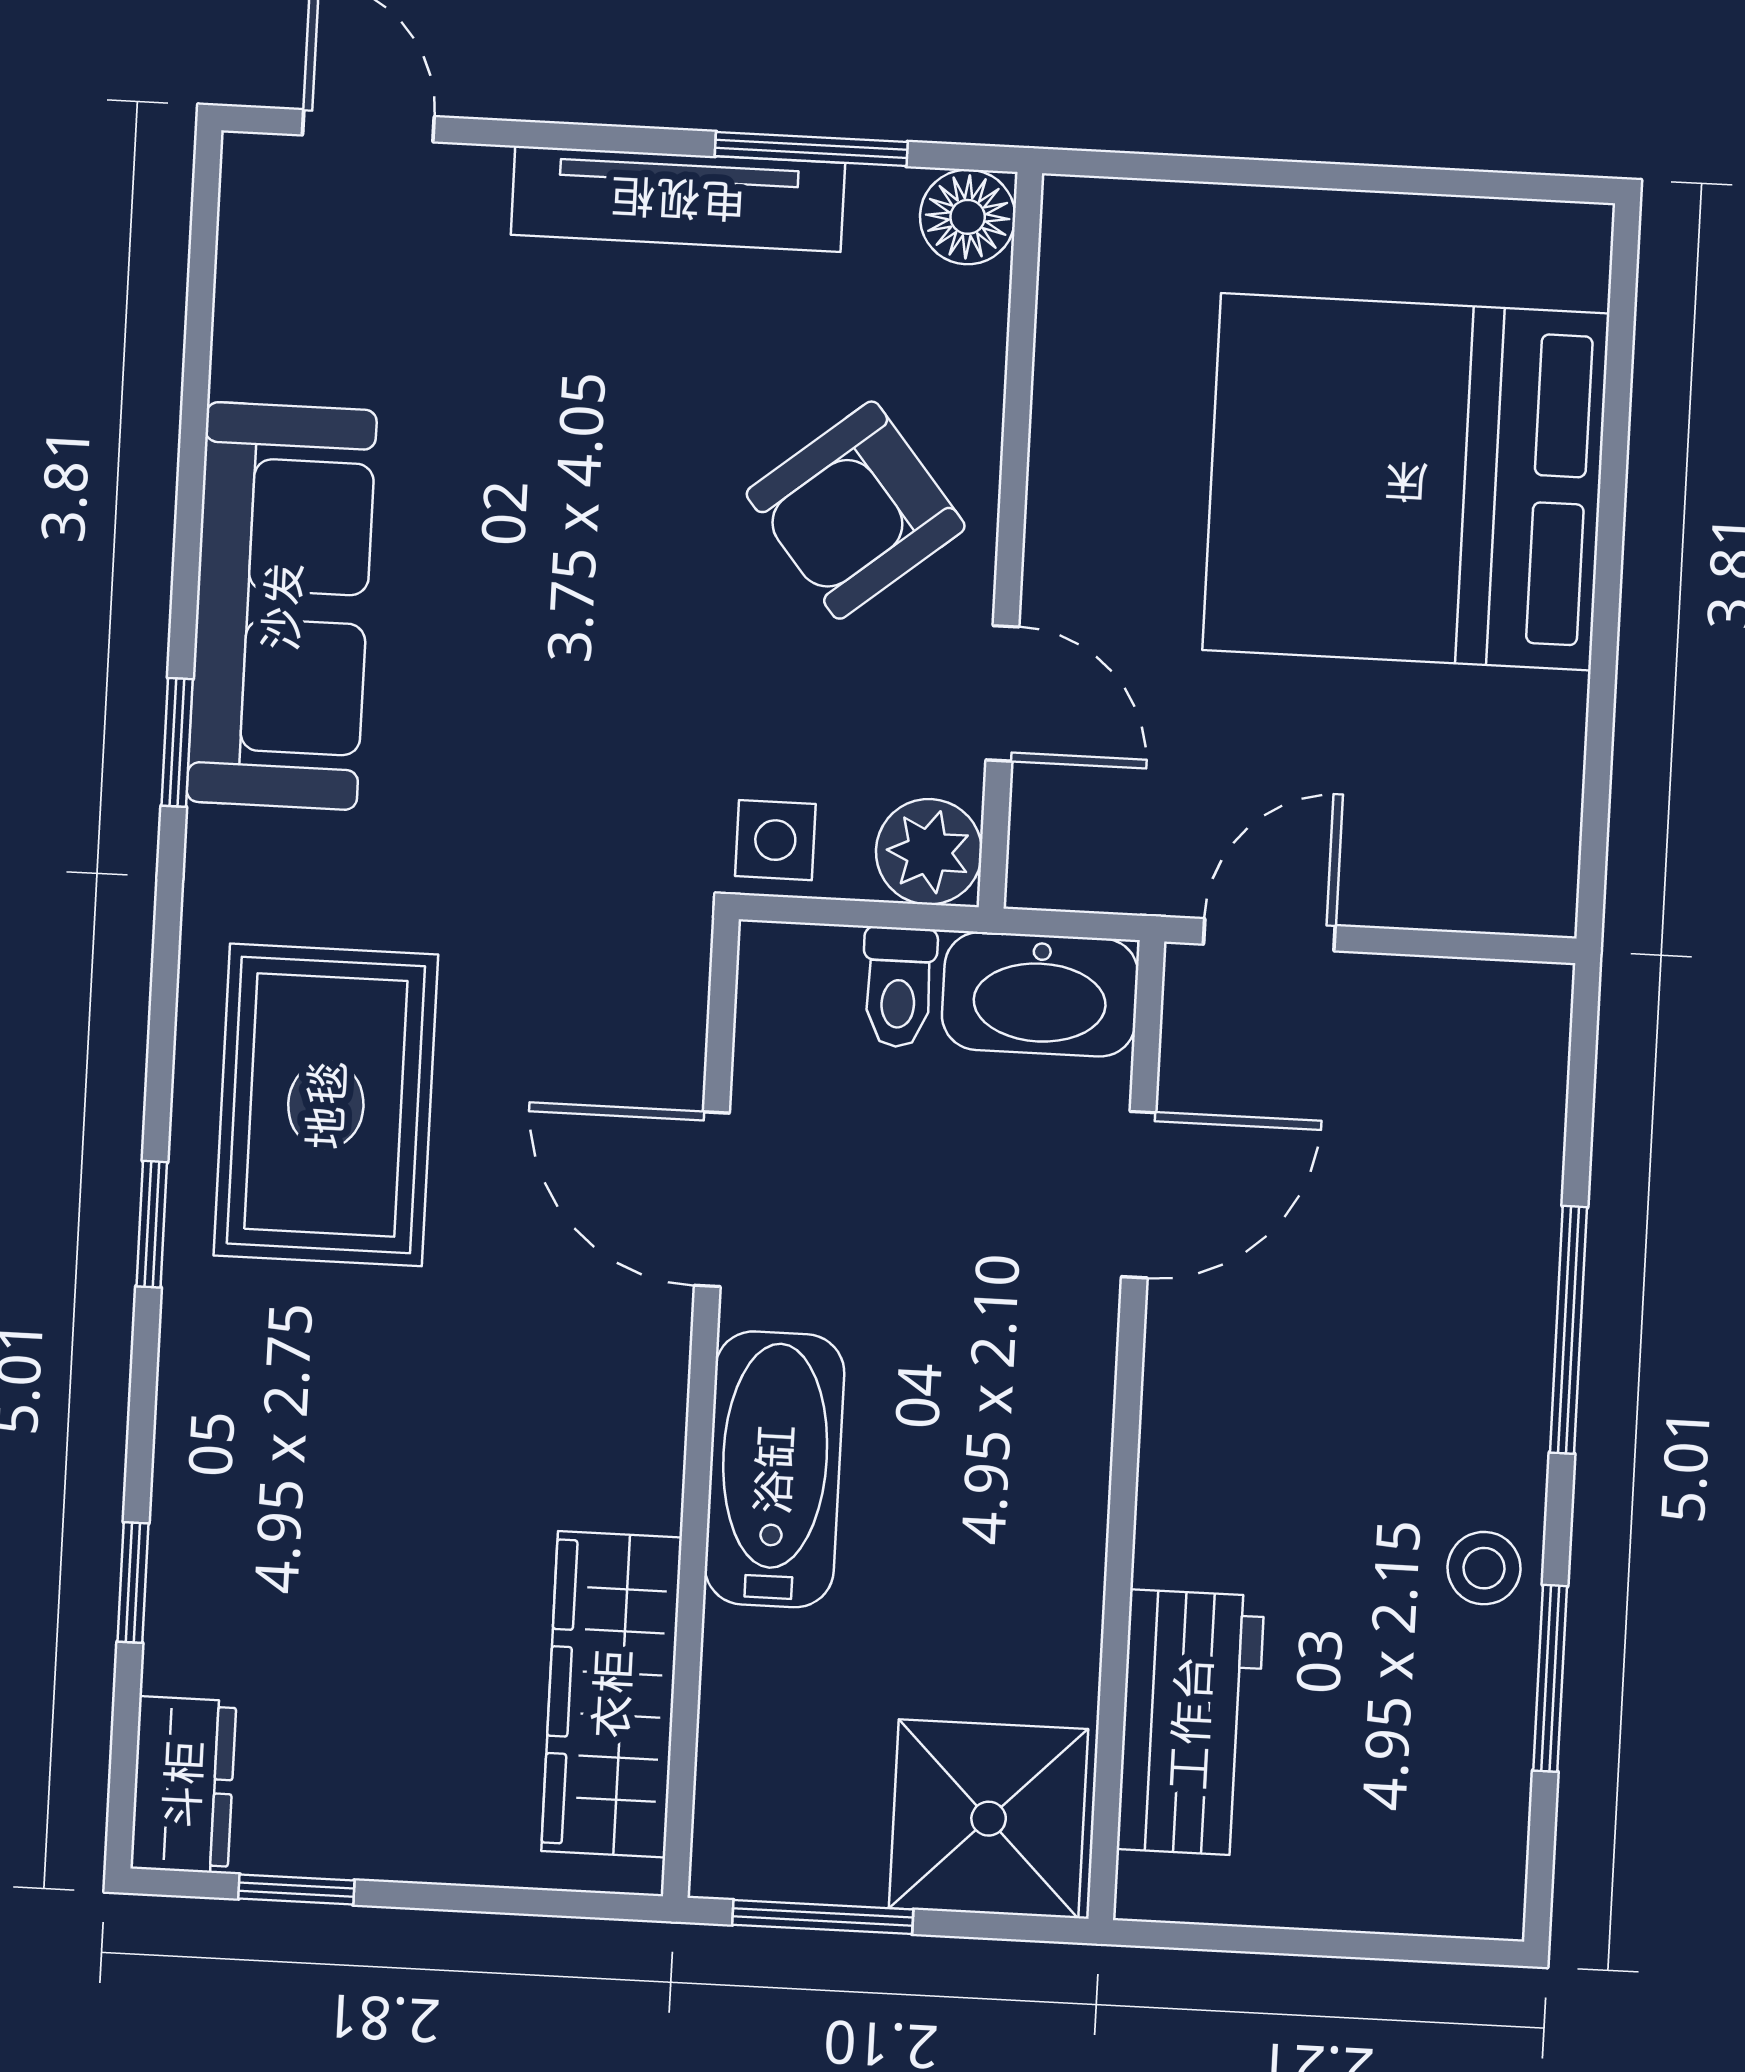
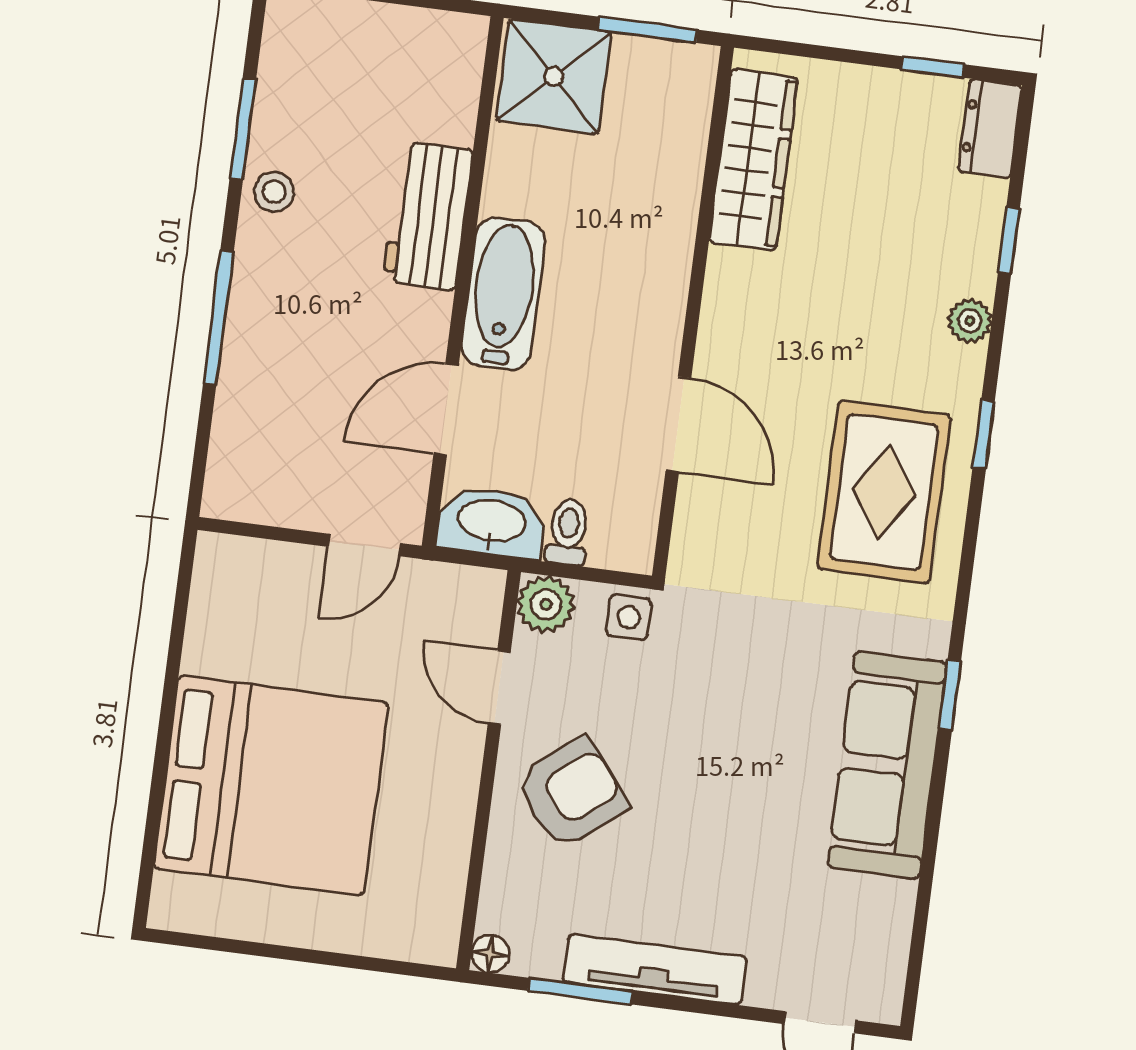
floor lamp: (968, 217) -> (490, 954), width x0.73, depth x0.73
plant: (193, 1430) -> (970, 321), added
bathtub: (774, 1469) -> (503, 294), moved, turned 180
workbench: (1191, 1723) -> (428, 216), moved

